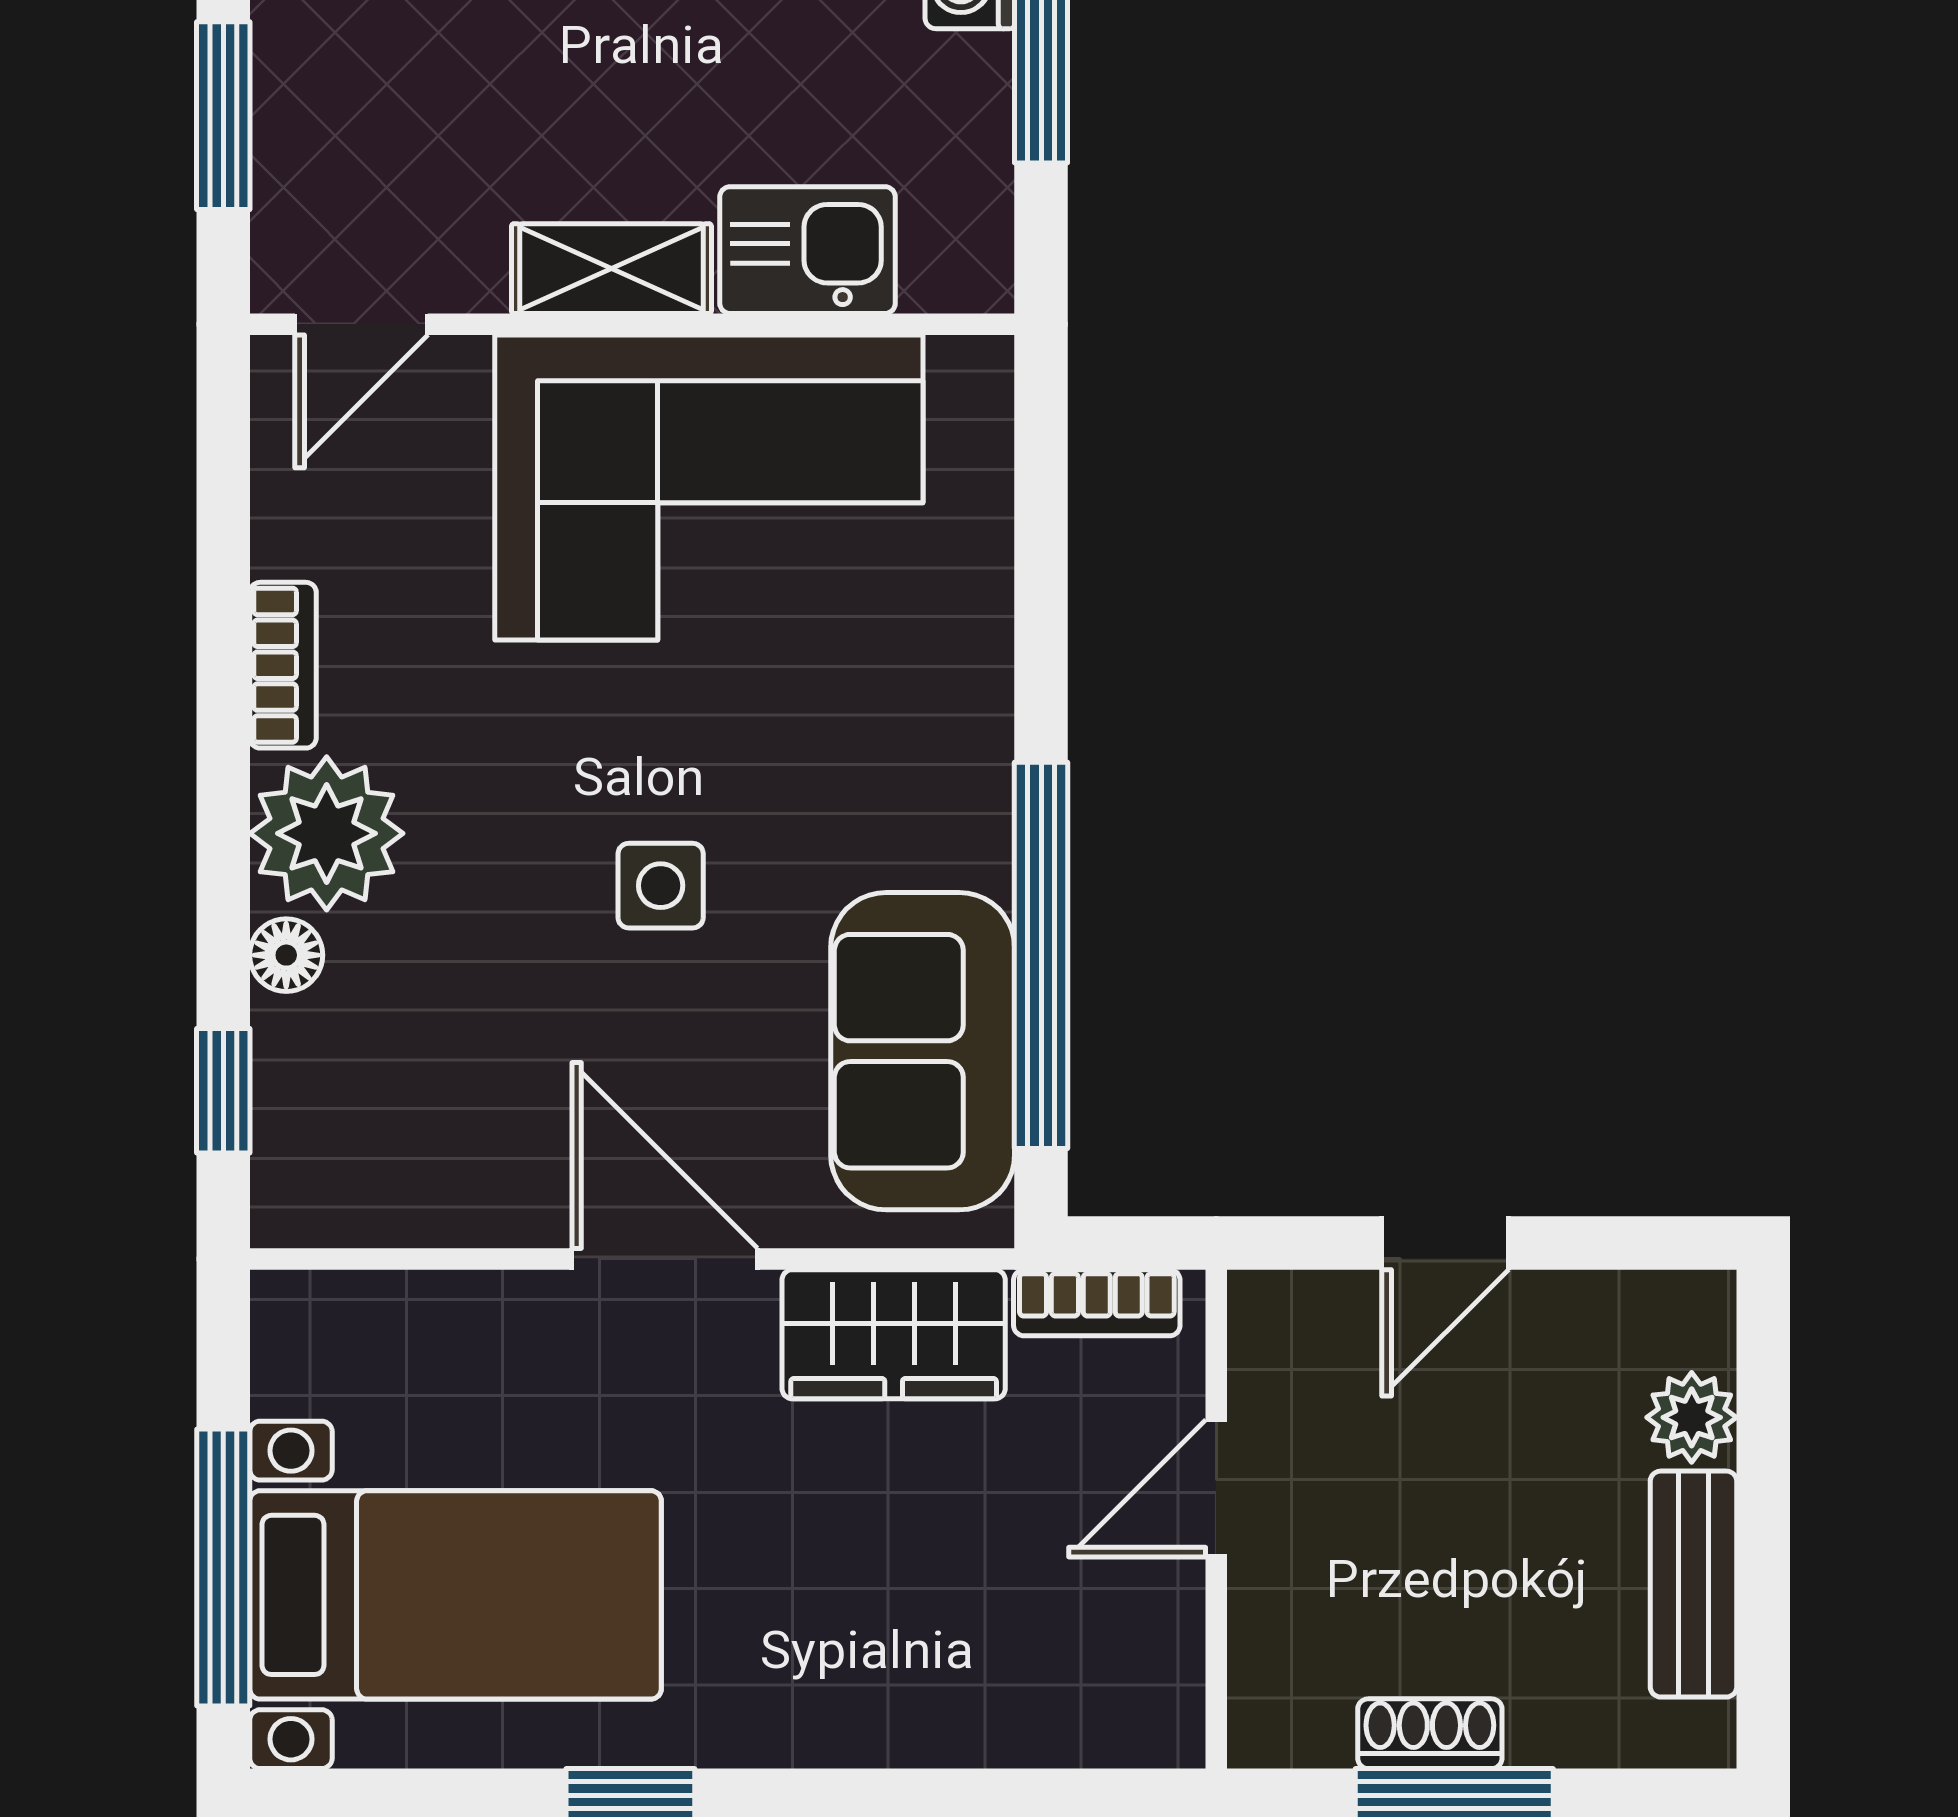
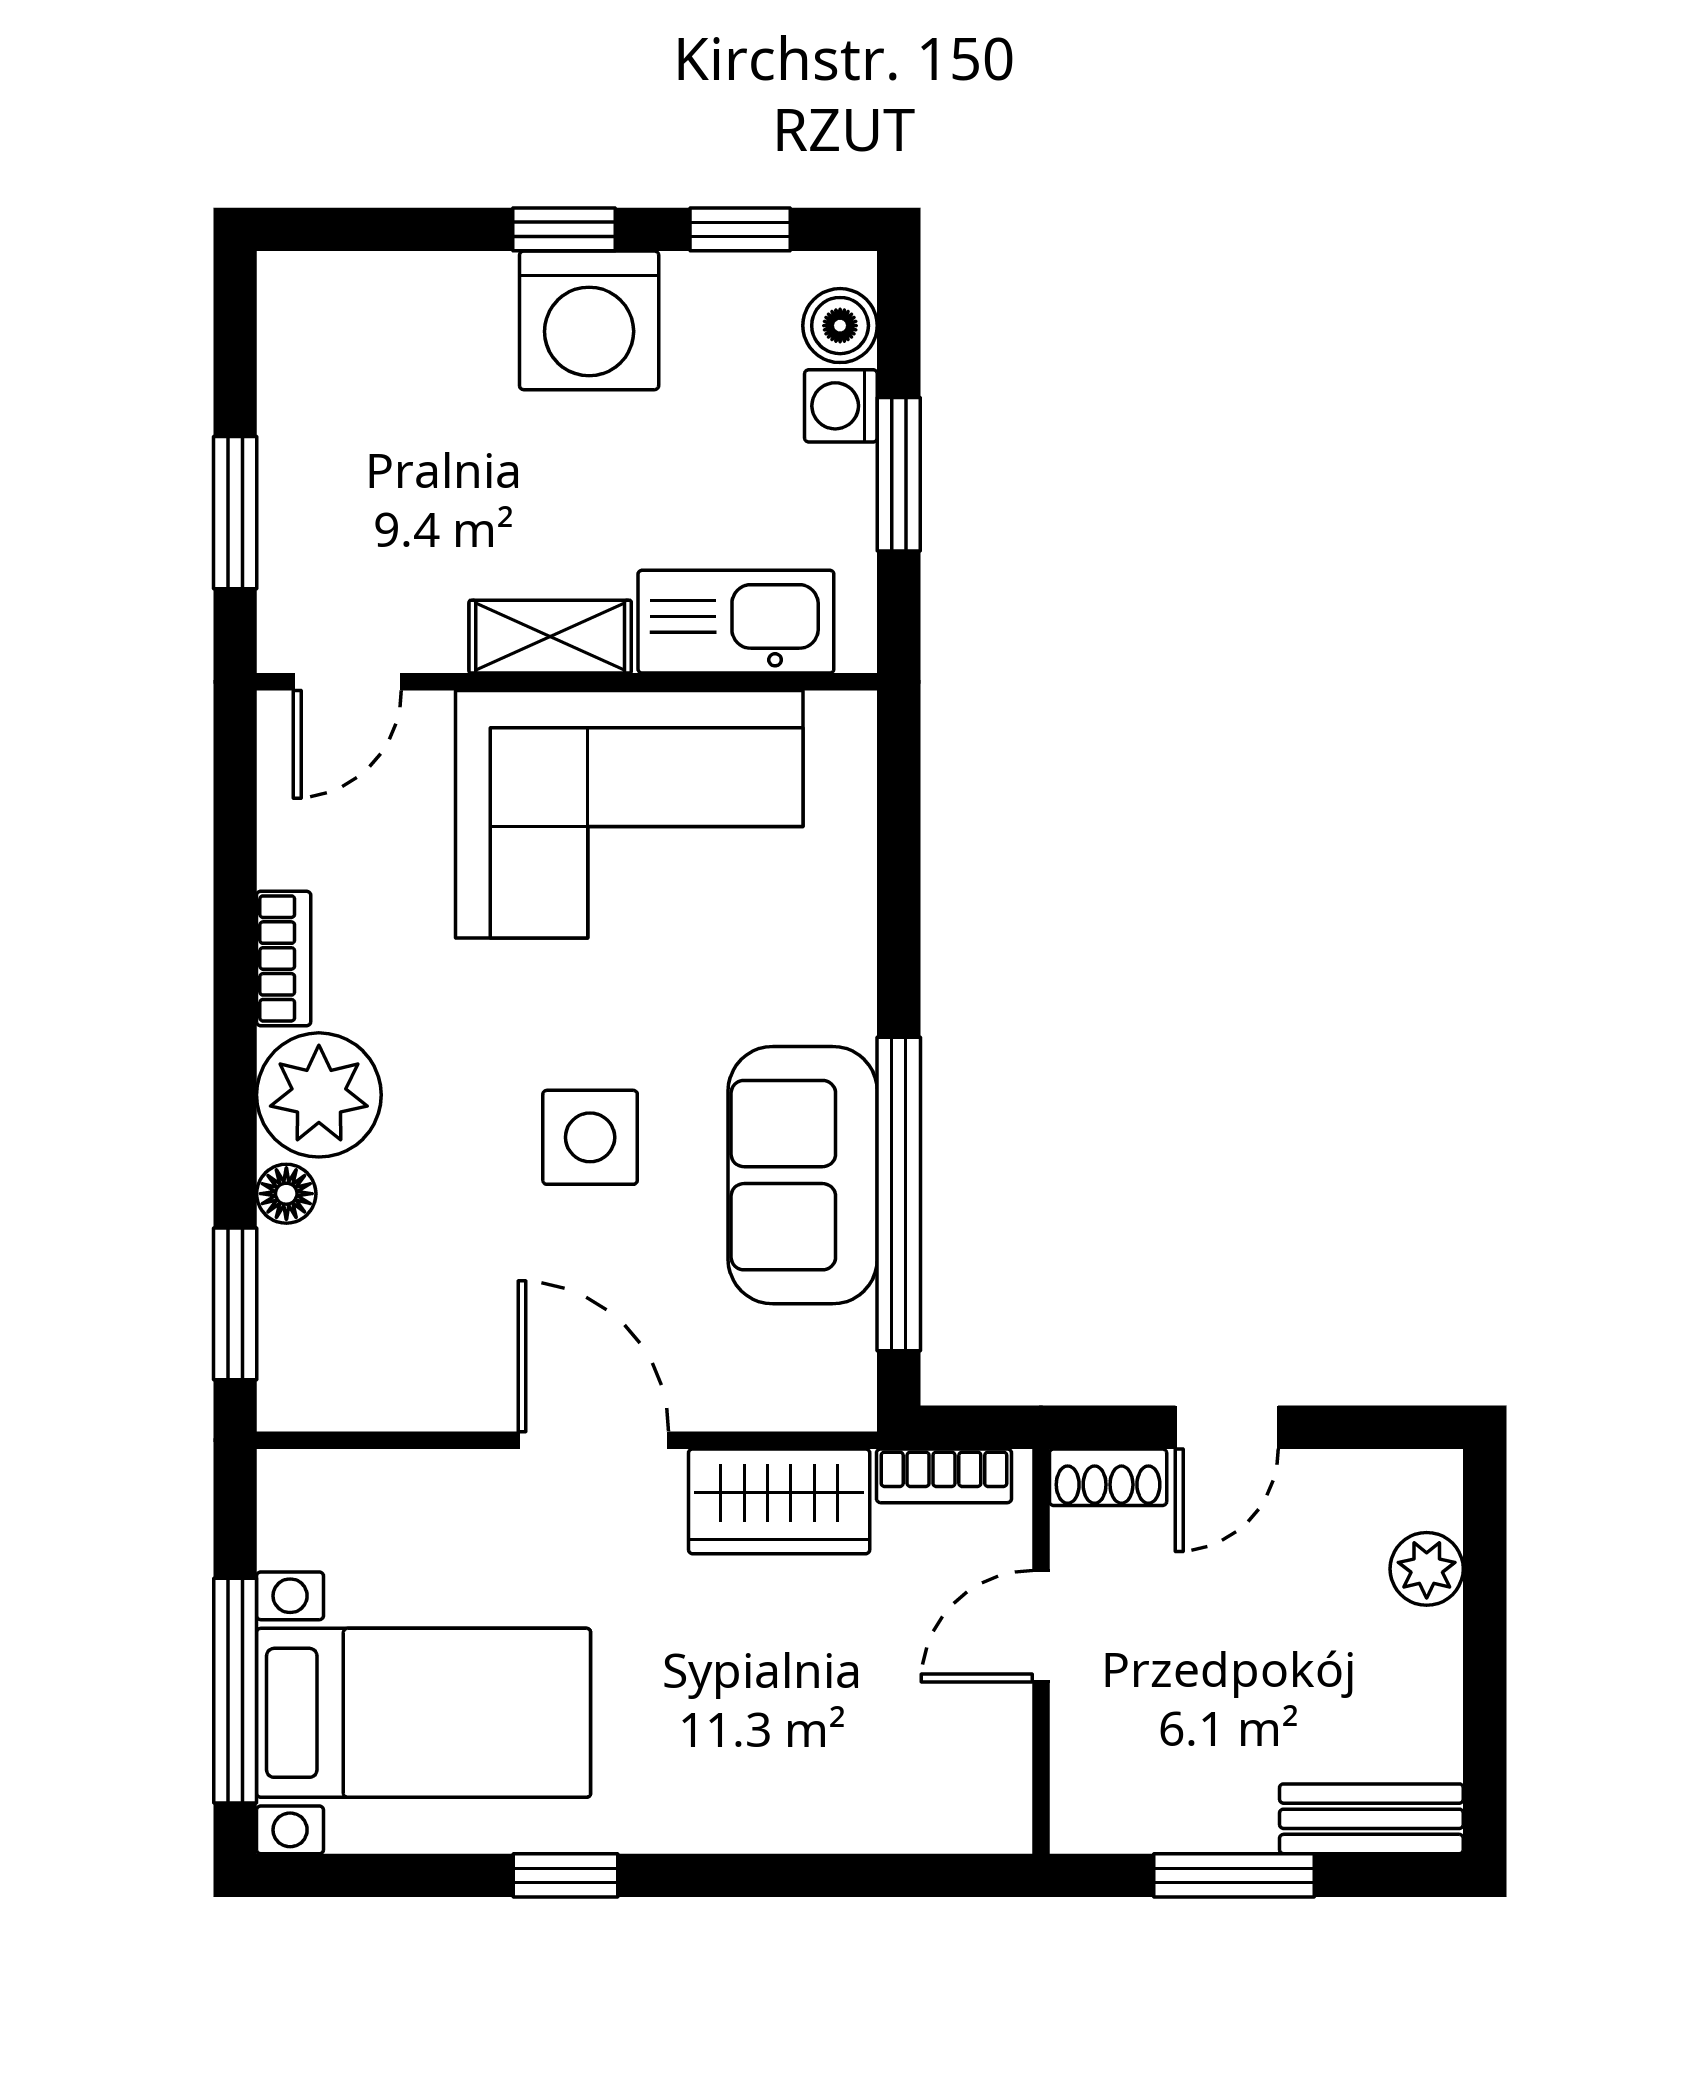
kitchen sink: (808, 250) -> (736, 622), width x1.38
side table: (661, 886) -> (590, 1137), width x1.37, depth x1.37
sofa: (923, 1051) -> (803, 1175), moved
window: (223, 1091) -> (235, 1304), width x1.50
bench: (1694, 1584) -> (1371, 1819), moved, turned 90
shoe rack: (1430, 1734) -> (1108, 1477), moved, turned 180

